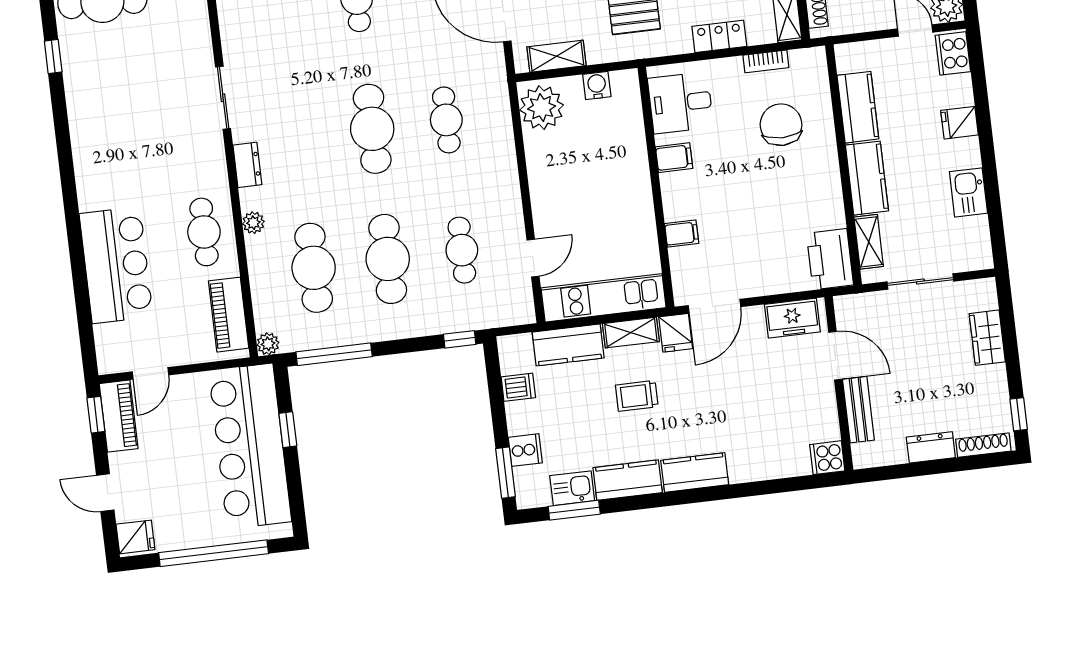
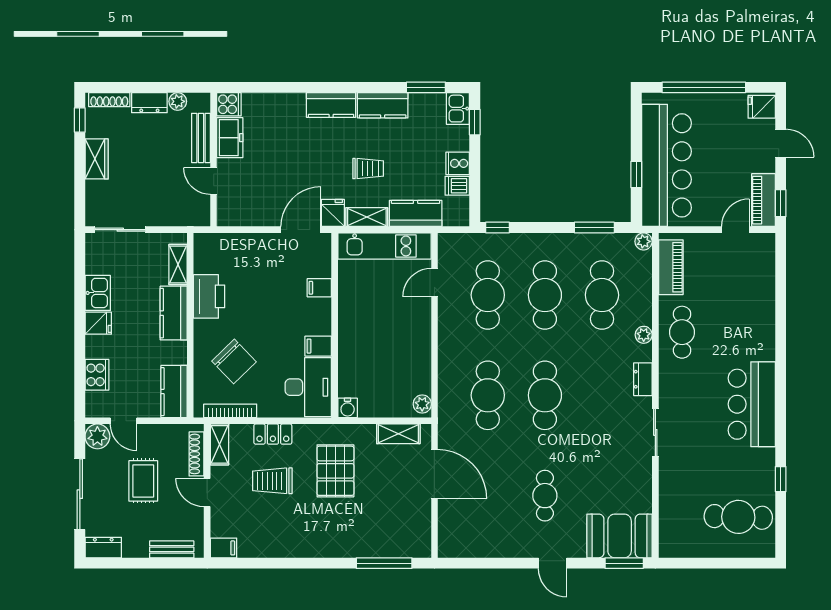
cooker: (953, 53) -> (97, 375), moved
bookcase: (766, 61) -> (230, 411), width x1.56
water cooler: (597, 85) -> (348, 408), moved
desk: (681, 103) -> (308, 387), width x1.37
kitchen counter: (858, 107) -> (174, 392), moved
plant: (542, 108) -> (422, 404), width x0.53, depth x0.53
cafe table: (446, 120) -> (488, 395), width x1.37, depth x1.35
fridge: (959, 123) -> (98, 323), moved
chair: (781, 125) -> (234, 361), turned -44
cafe table: (462, 250) -> (488, 295), width x1.37, depth x1.35
printer: (830, 259) -> (209, 296), moved
bar counter: (116, 265) -> (752, 404), moved
sliding door: (920, 282) -> (120, 230), moved
freezer: (792, 318) -> (230, 138), moved, turned 90
wardrobe: (987, 338) -> (97, 159), moved
window: (334, 354) -> (594, 228), width x0.69
door: (835, 356) -> (214, 181), width x0.73
cooker: (525, 450) -> (458, 163), moved
plant: (894, 453) -> (178, 101), added
window: (505, 473) -> (475, 122), width x0.67
kitchen sink: (572, 488) -> (458, 109), moved, turned 90

